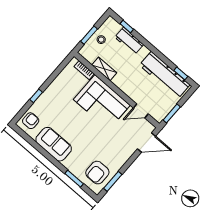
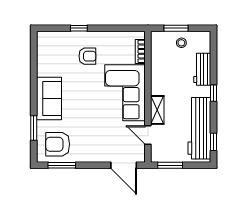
window: (127, 26) -> (214, 93), moved
shelving: (104, 69) -> (157, 110), moved
armchair: (31, 121) -> (87, 56), moved
sofa: (54, 144) -> (49, 98), moved

